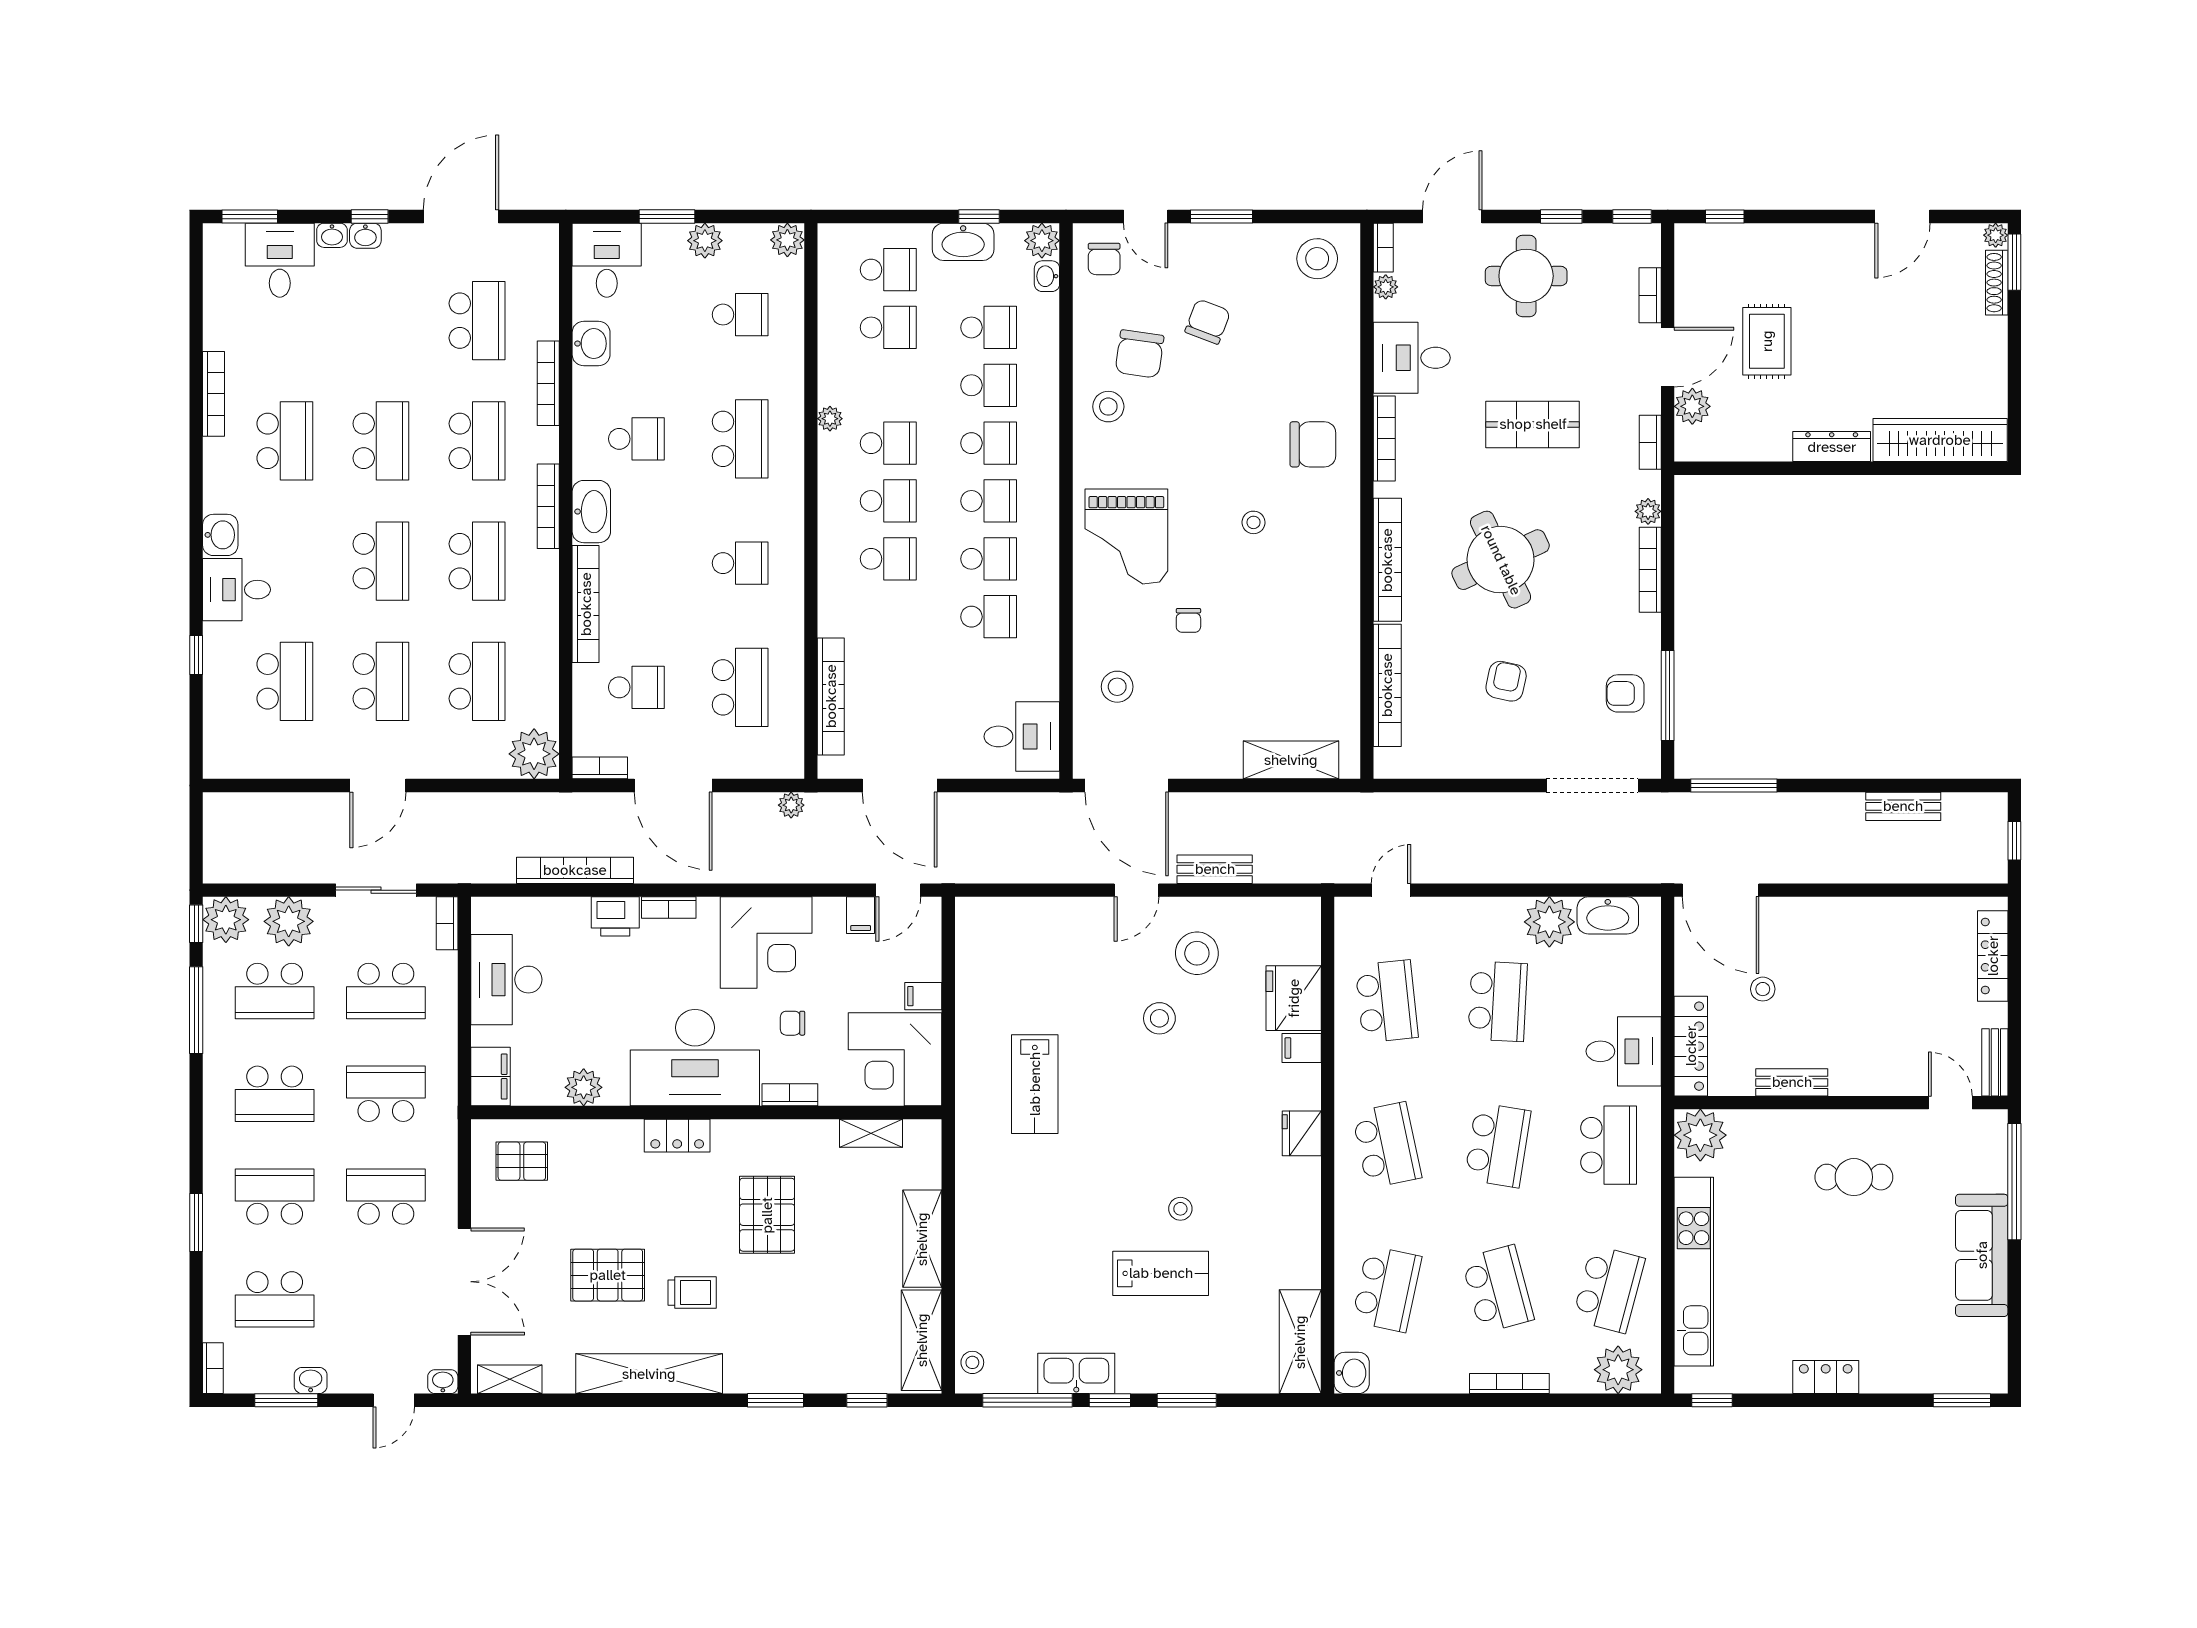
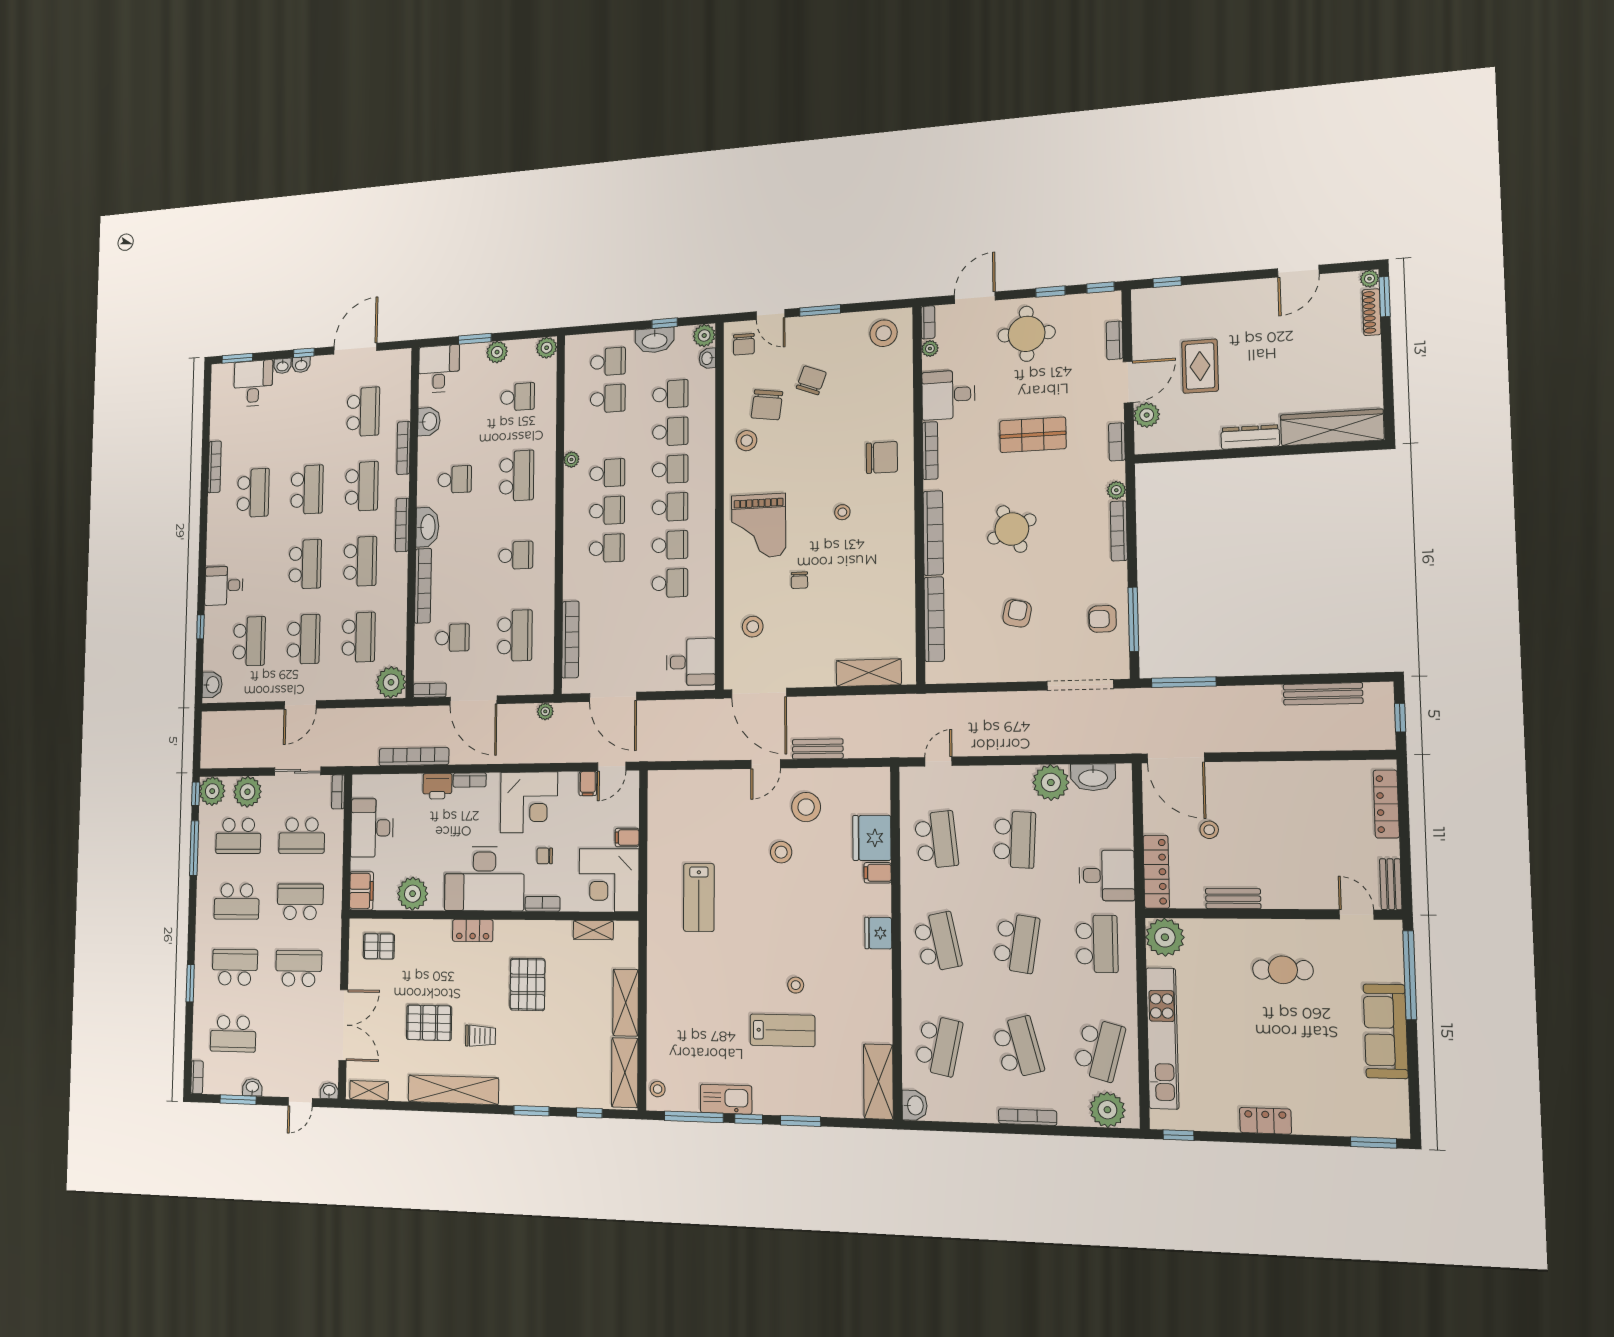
washbasin: (220, 535) -> (212, 685), moved
round table: (1501, 560) -> (1012, 529), width x0.73, depth x0.73
bench: (1903, 806) -> (1323, 694), width x1.36
plant: (584, 1087) -> (413, 894), width x1.36, depth x1.36

